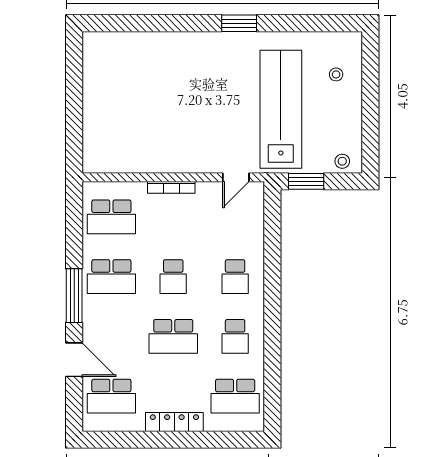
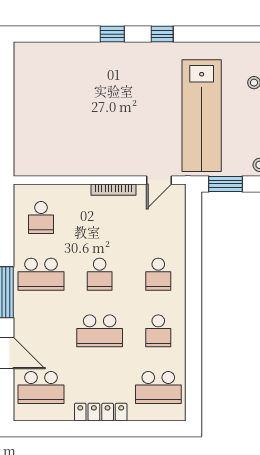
window: (187, 23) -> (112, 34), added
window: (239, 23) -> (162, 34), width x0.67
lab bench: (281, 109) -> (202, 116), turned 180
bookcase: (171, 187) -> (113, 190), moved
school desk: (111, 217) -> (41, 218), width x0.54

